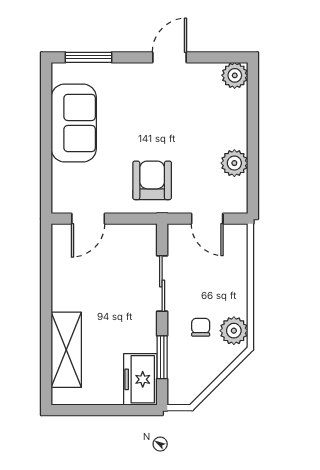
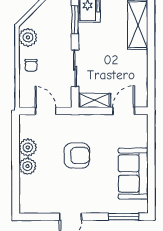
plant: (235, 75) -> (27, 166), moved
armchair: (152, 180) -> (77, 156), moved, turned -90
shelving: (133, 235) -> (94, 100), added
chair: (201, 327) -> (31, 65), moved

